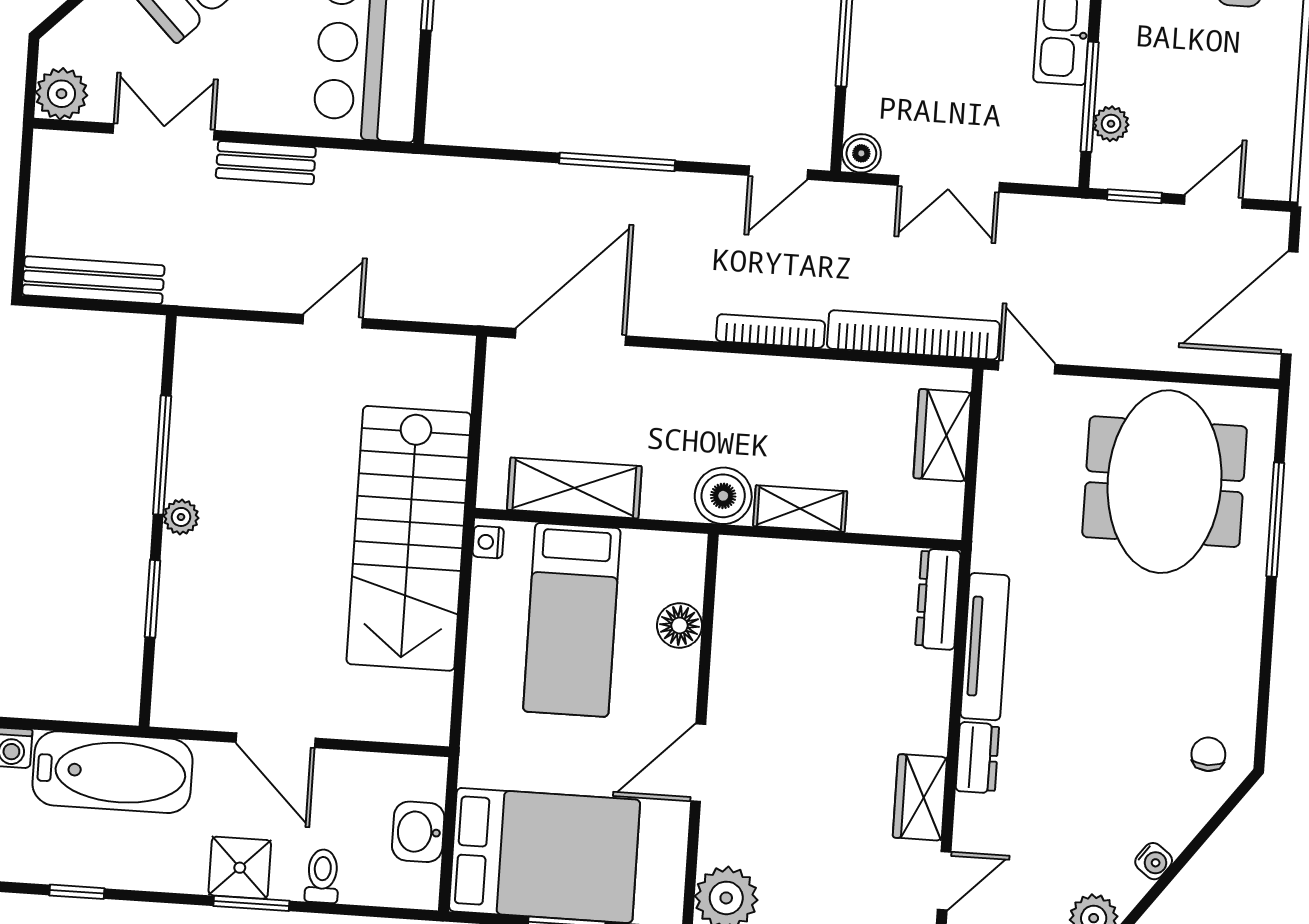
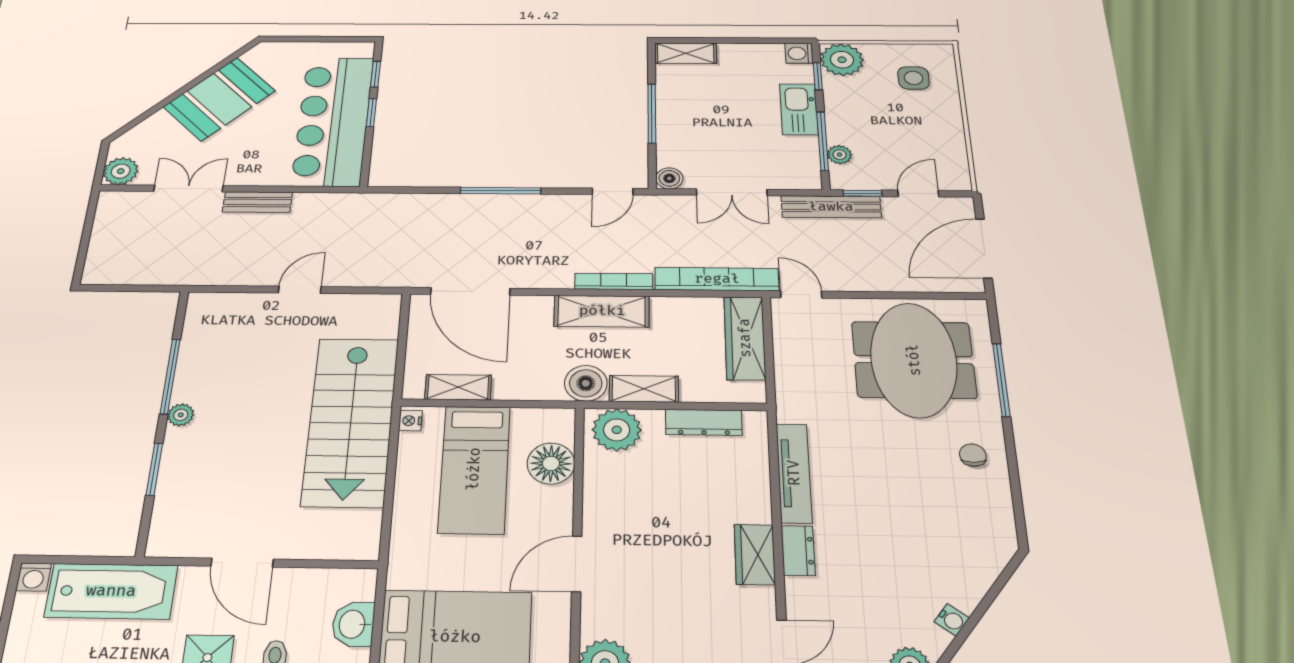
bench: (93, 280) -> (831, 207), moved
door: (571, 337) -> (470, 291), swing flipped
shelving: (751, 380) -> (602, 311), added
wardrobe: (942, 435) -> (745, 338), width x1.50
shelving: (574, 488) -> (458, 387), width x0.67, depth x0.75
plant: (760, 570) -> (617, 430), added
dresser: (938, 599) -> (704, 422), moved, turned -90
floor lamp: (679, 625) -> (551, 464), width x1.38, depth x1.38
chair: (1208, 754) -> (973, 455), moved
wardrobe: (920, 797) -> (755, 554), moved

